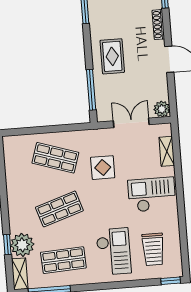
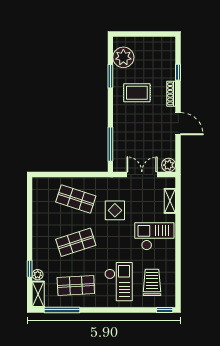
rug: (112, 56) -> (137, 93), moved, turned 90
plant: (22, 245) -> (38, 275), width x0.53, depth x0.53
trolley: (153, 249) -> (152, 282), turned 180

